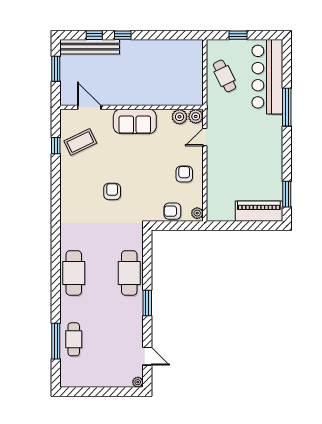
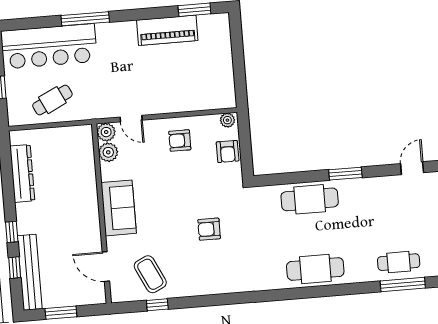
dresser: (168, 47) -> (22, 173), added
door: (89, 107) -> (106, 267), hinge flipped
piano: (259, 211) -> (167, 30), moved, turned -90

